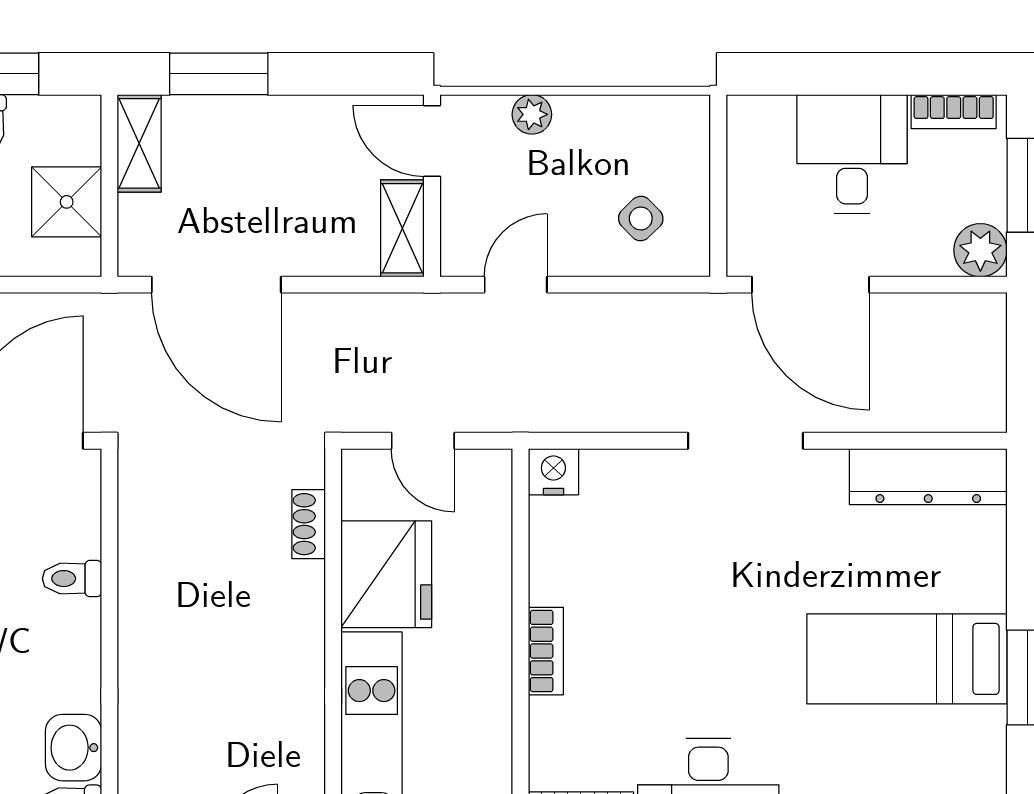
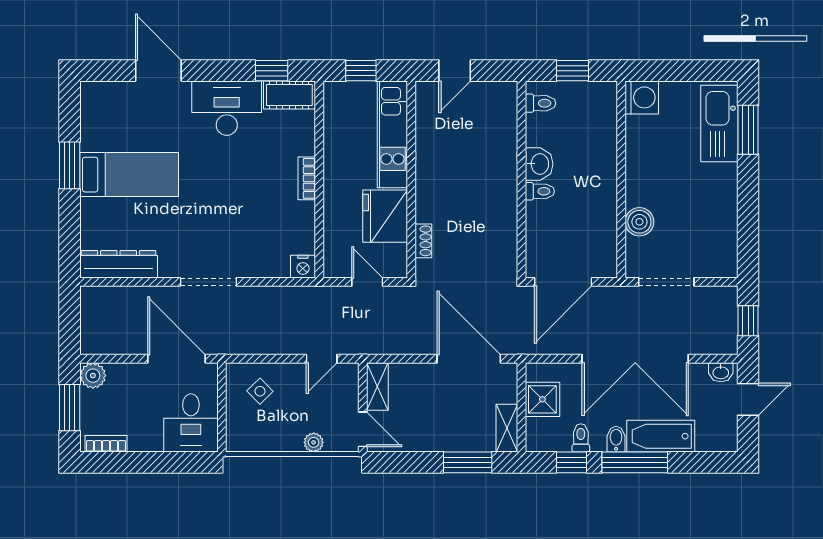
desk: (852, 154) -> (191, 423), moved
toilet: (72, 579) -> (540, 191), moved
washbasin: (73, 748) -> (539, 164), moved

